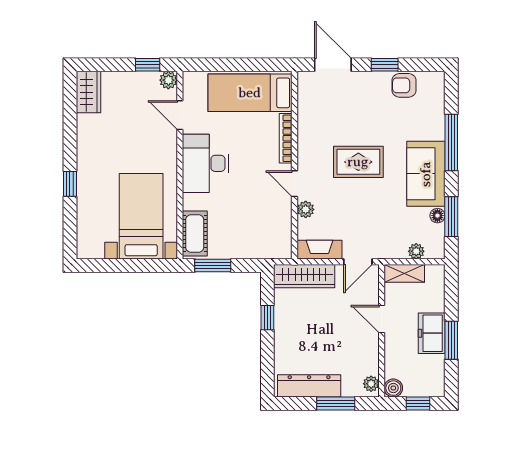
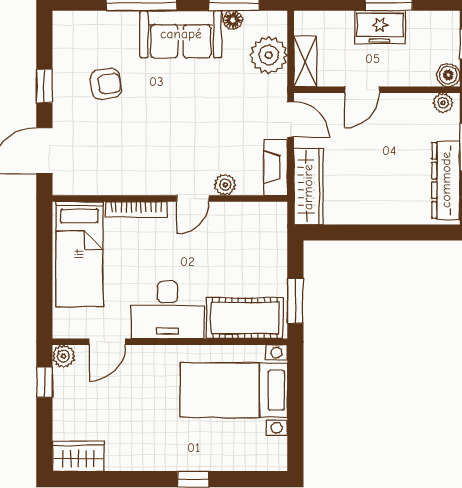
armchair: (404, 85) -> (106, 84), moved, turned -98
rug: (358, 162) -> (166, 119), removed
cot: (195, 234) -> (245, 318), width x1.37, depth x1.34
plant: (416, 251) -> (269, 55), width x1.88, depth x1.88
window: (267, 318) -> (360, 232), removed

